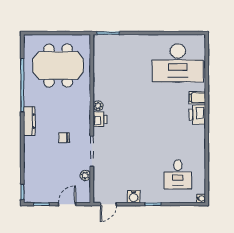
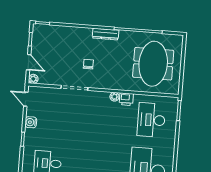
desk: (121, 63) -> (151, 120), added
printer: (100, 119) -> (126, 99), moved
plant: (85, 175) -> (33, 79), moved

